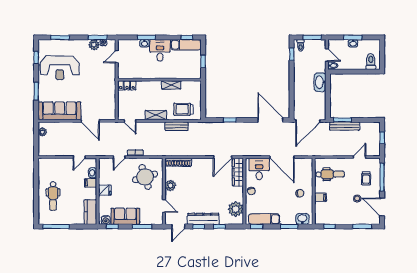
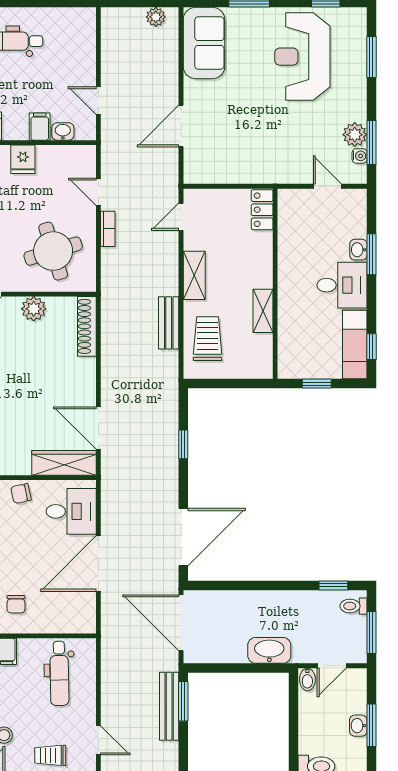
sofa: (60, 111) -> (204, 43), width x0.73

